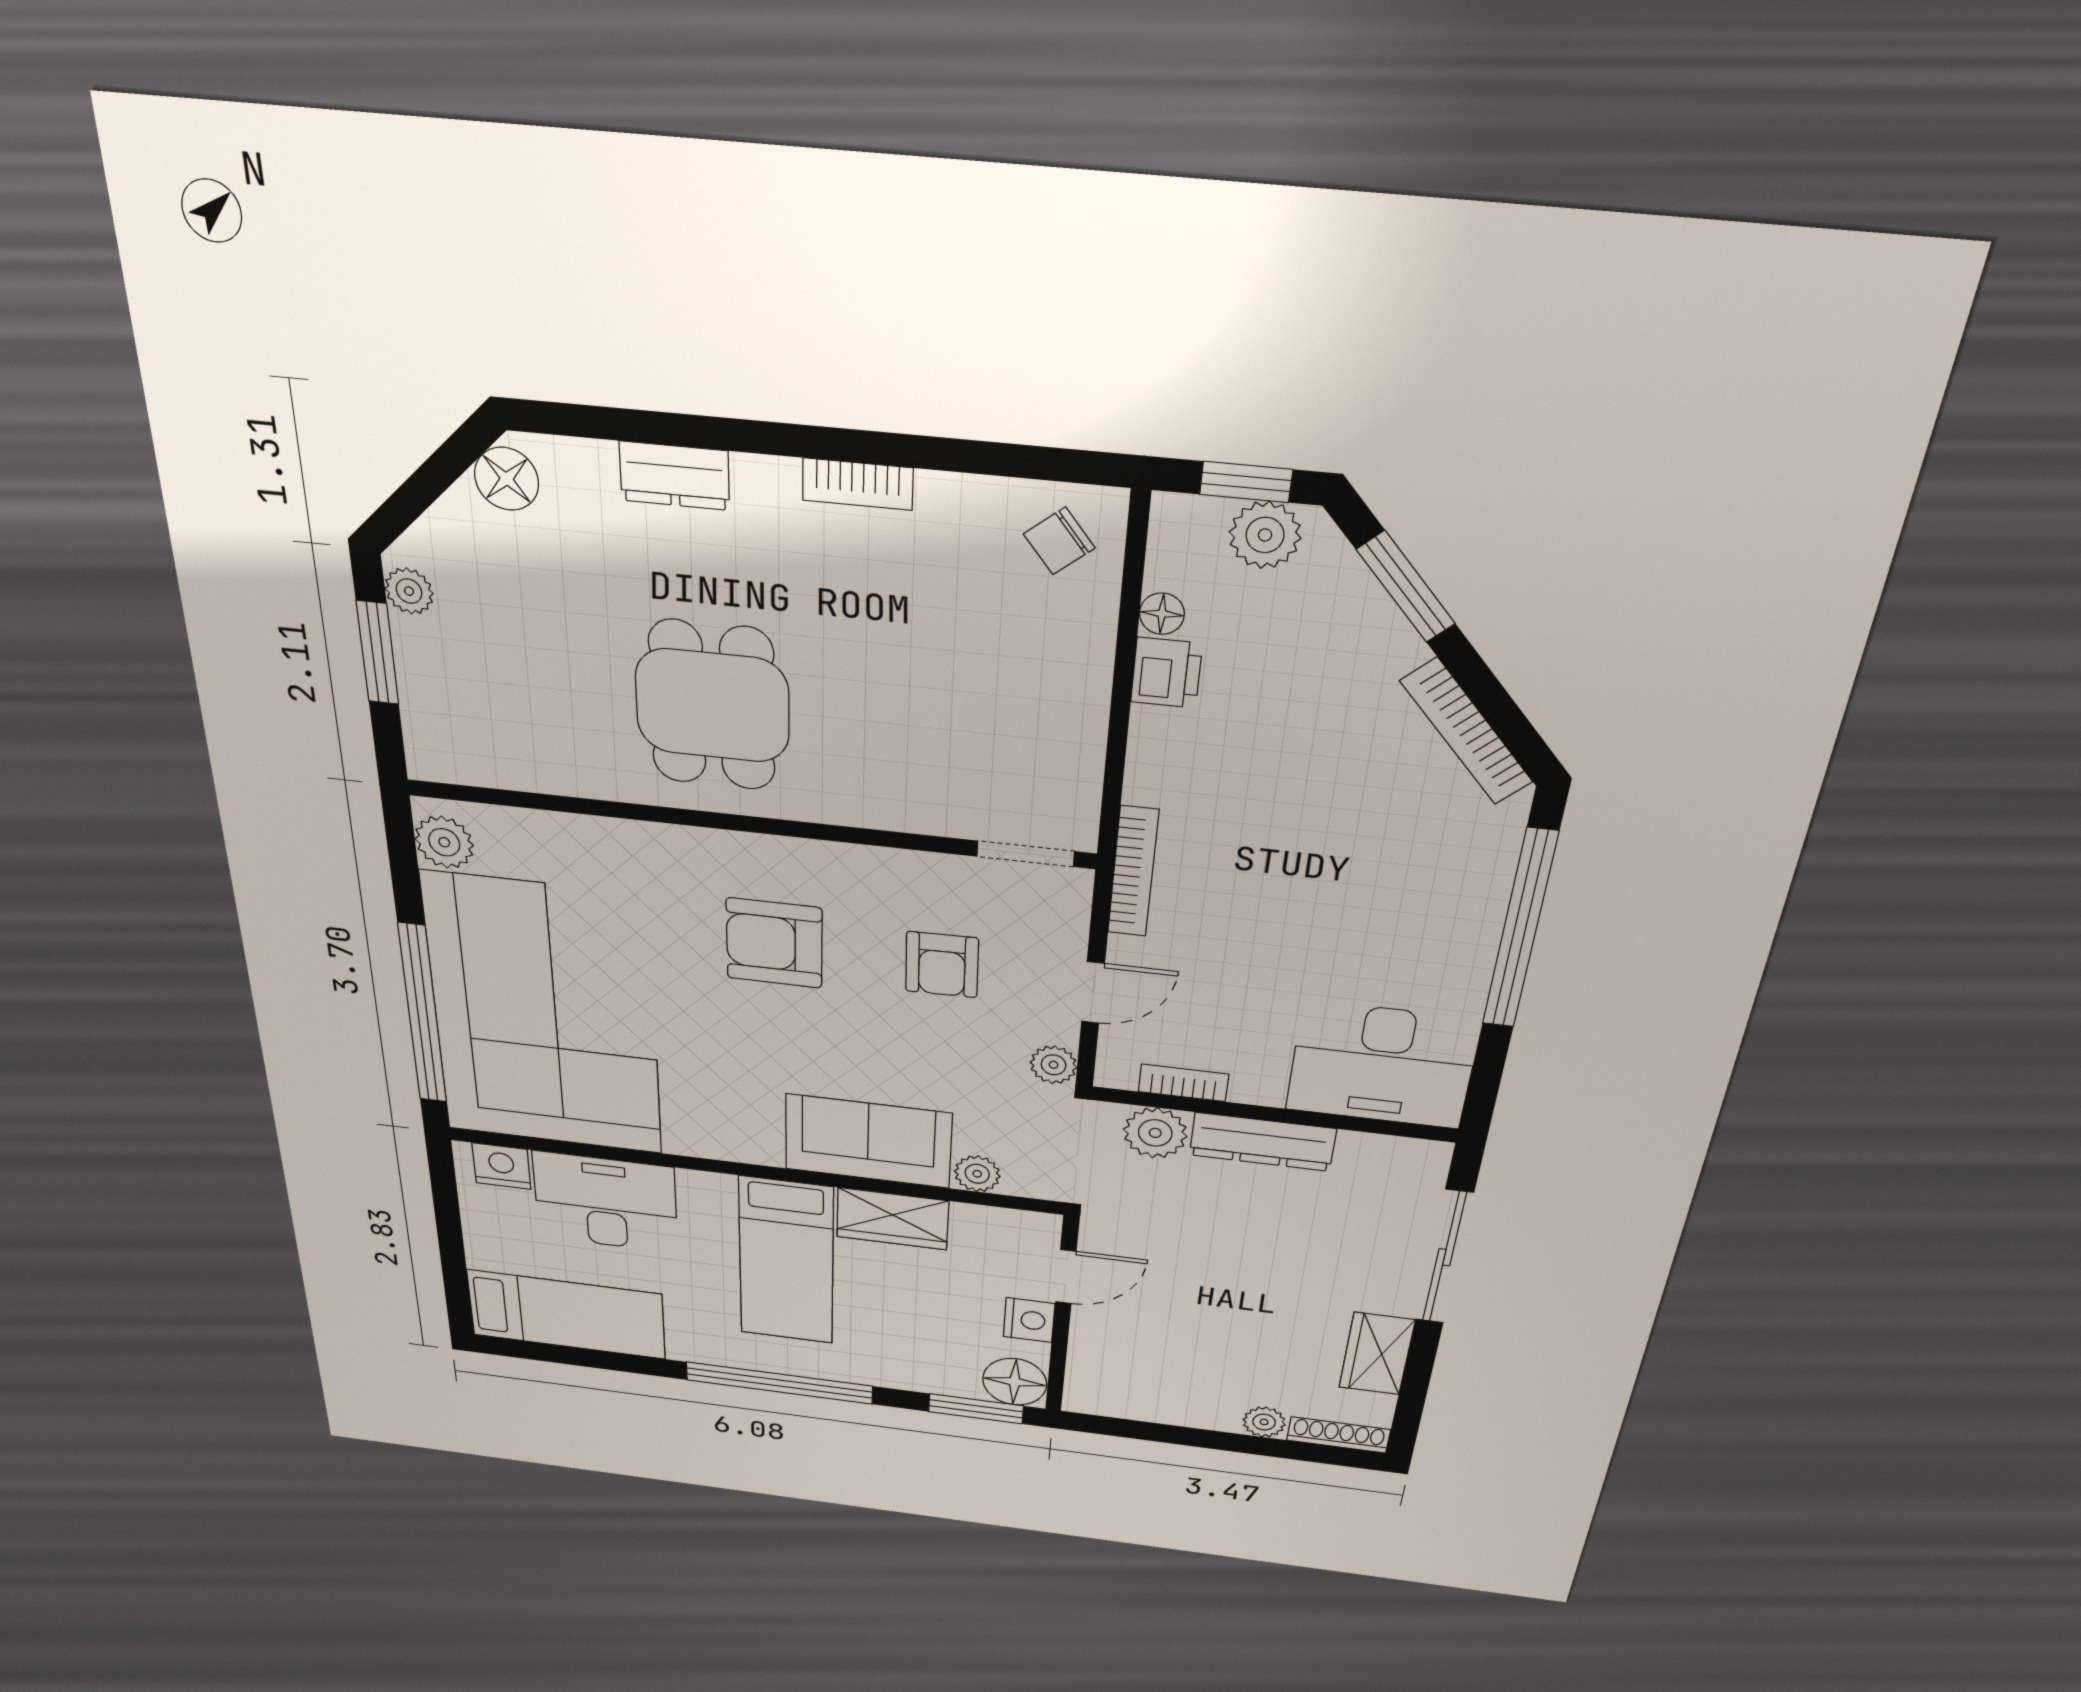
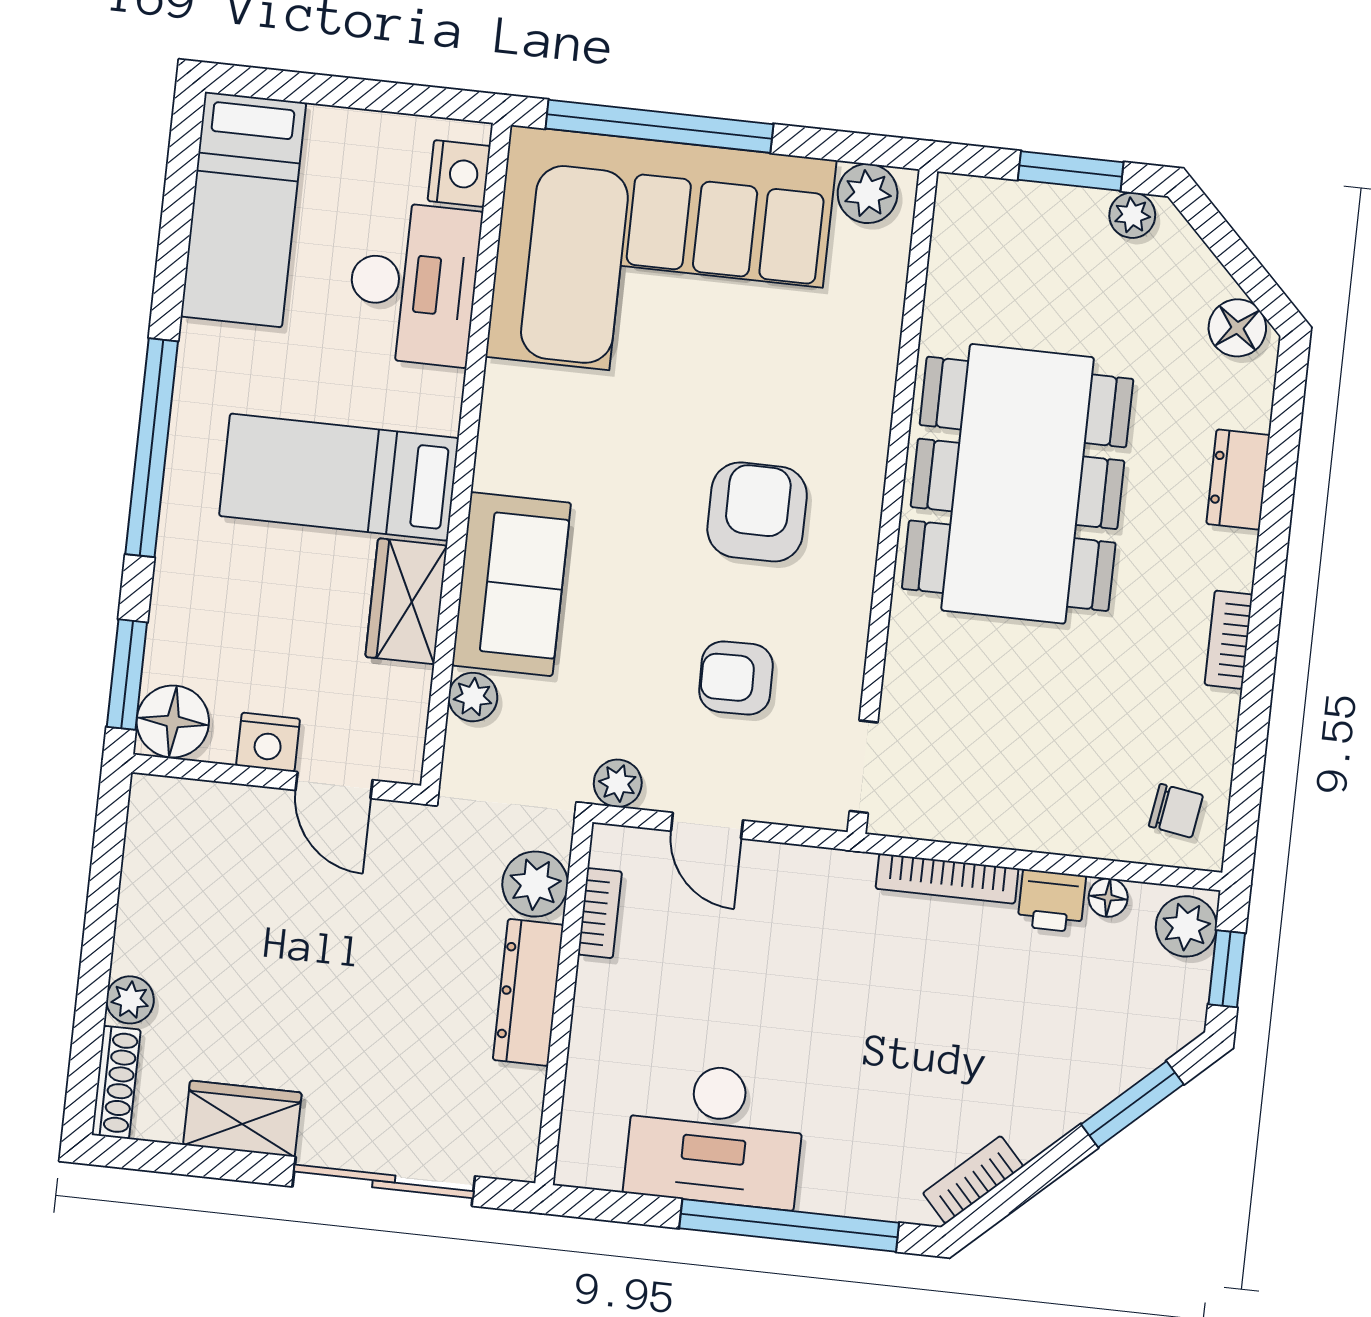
plant: (1265, 535) -> (1186, 926), moved
chair: (1059, 541) -> (1176, 811), turned 138
dining table: (712, 706) -> (1018, 484), width x1.88, depth x1.24
bookcase: (1467, 732) -> (973, 1180), width x0.64
bookcase: (1133, 872) -> (947, 879), moved
desk: (1382, 1065) -> (715, 1135), moved, turned -90

